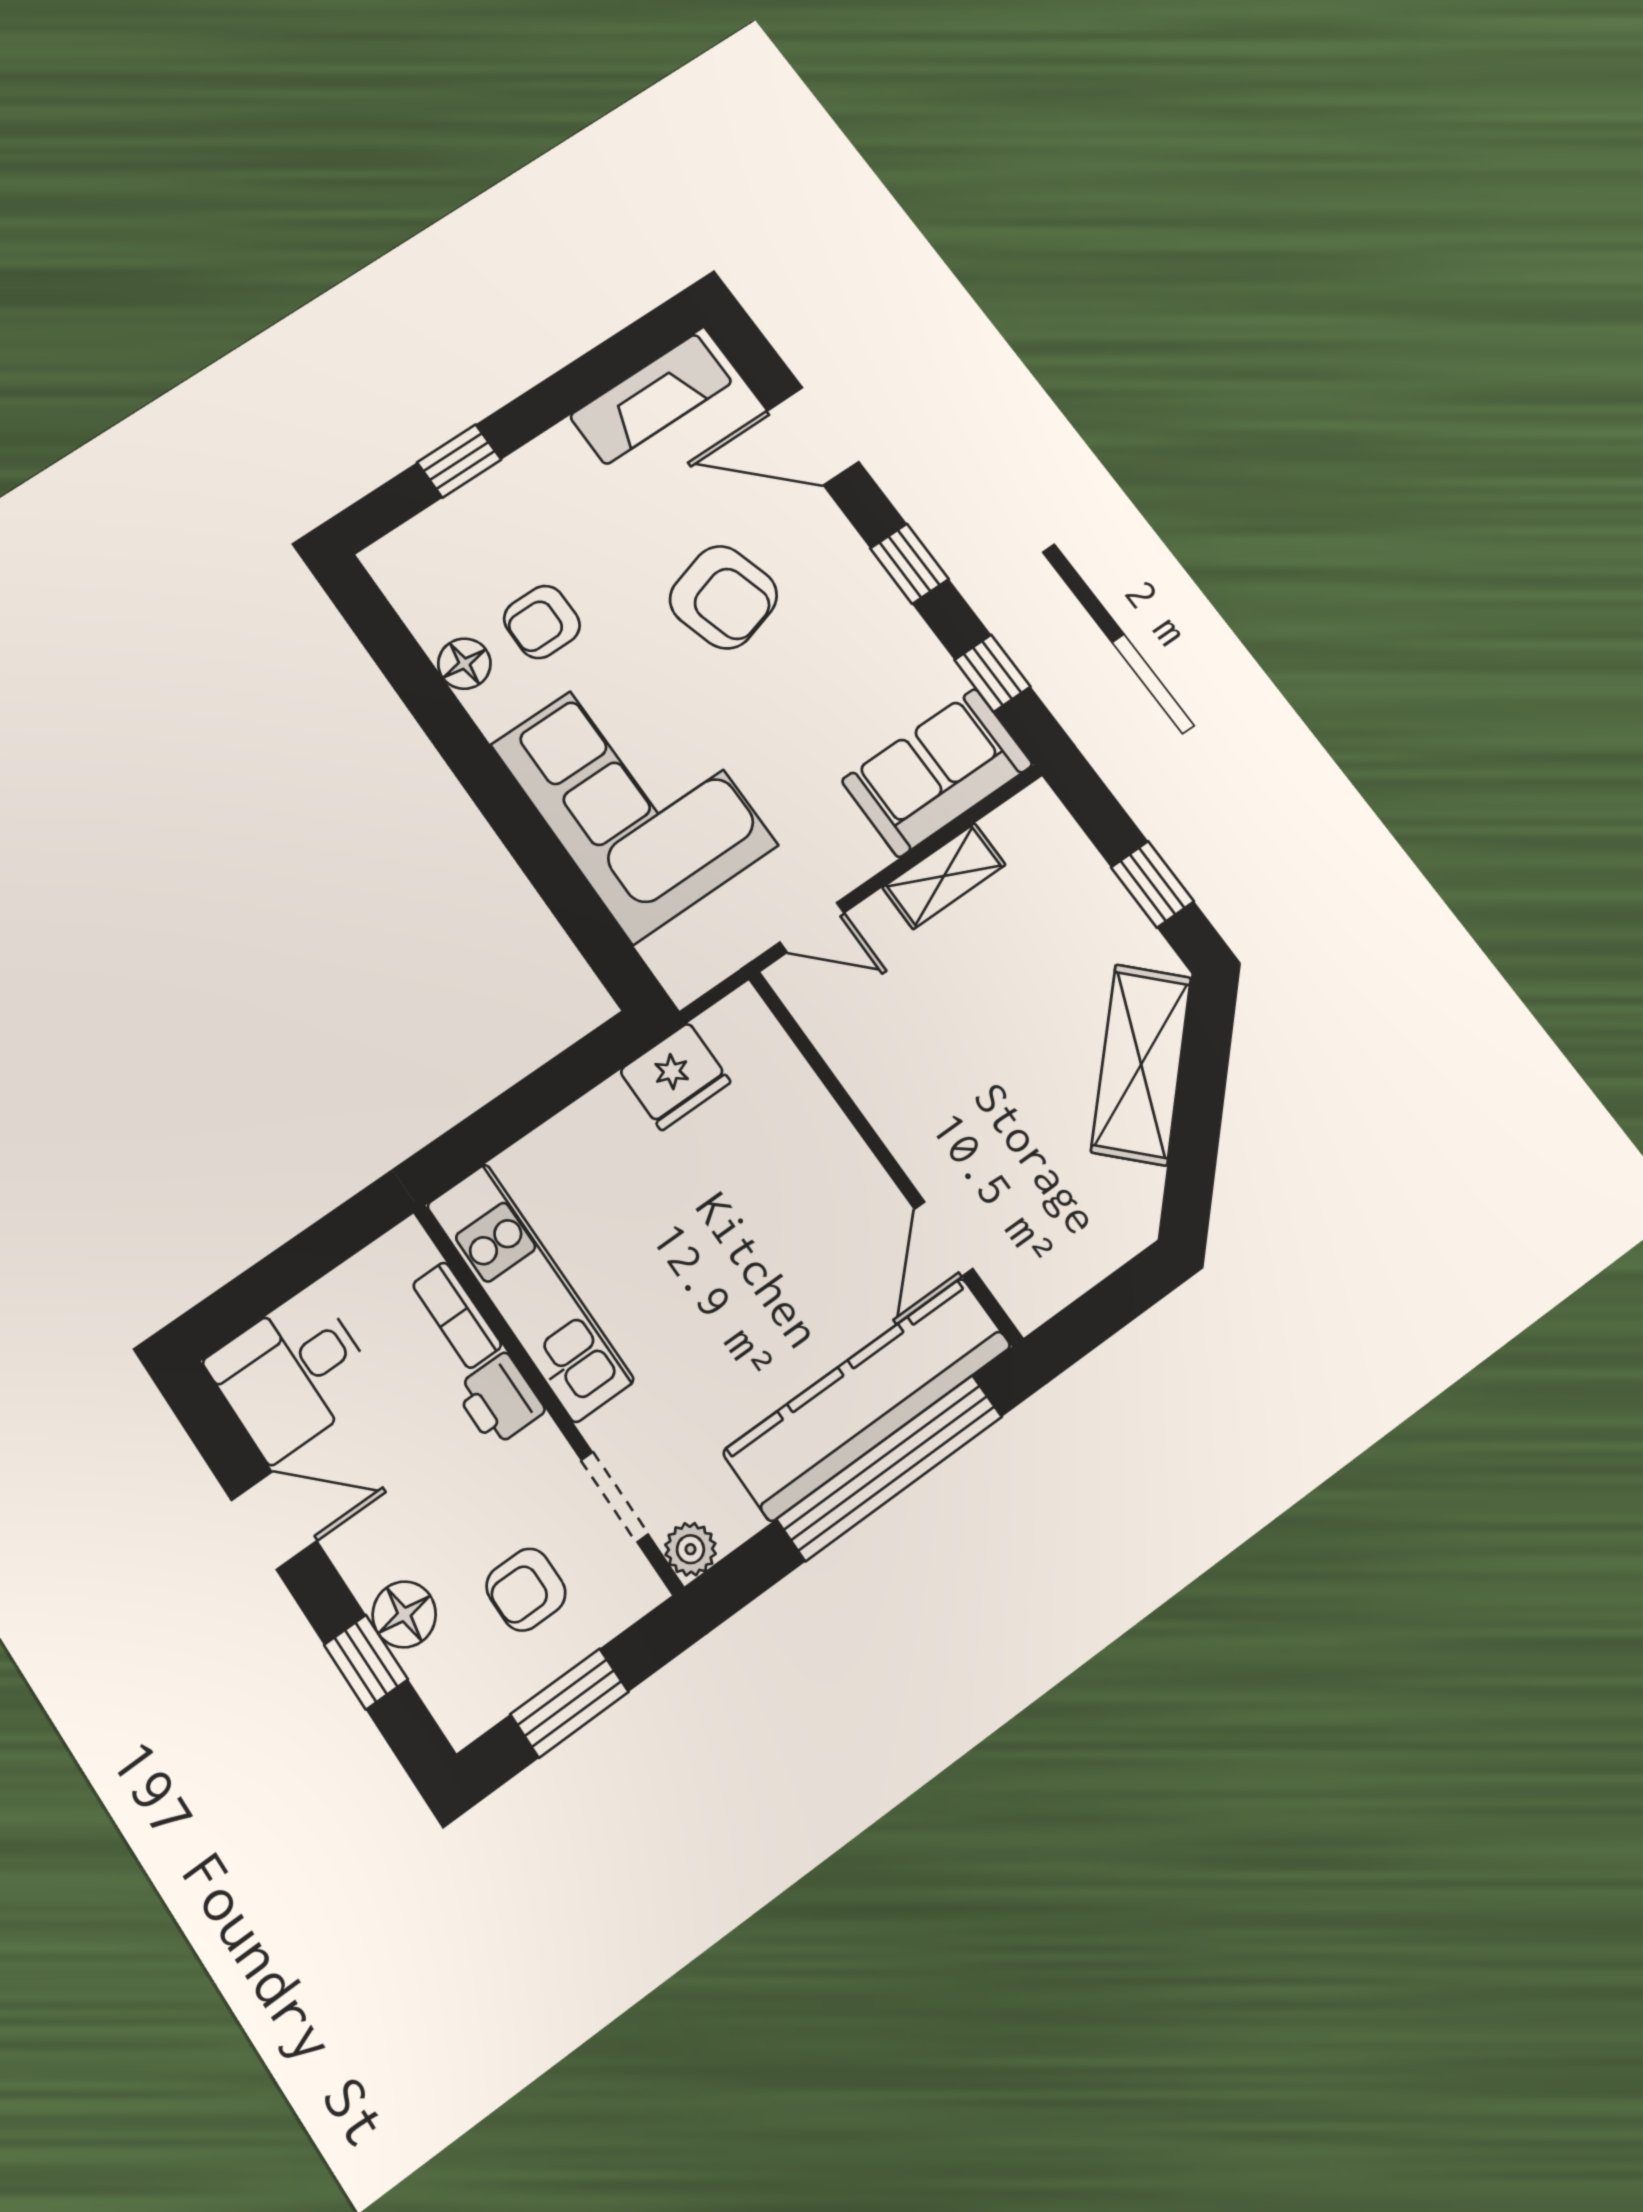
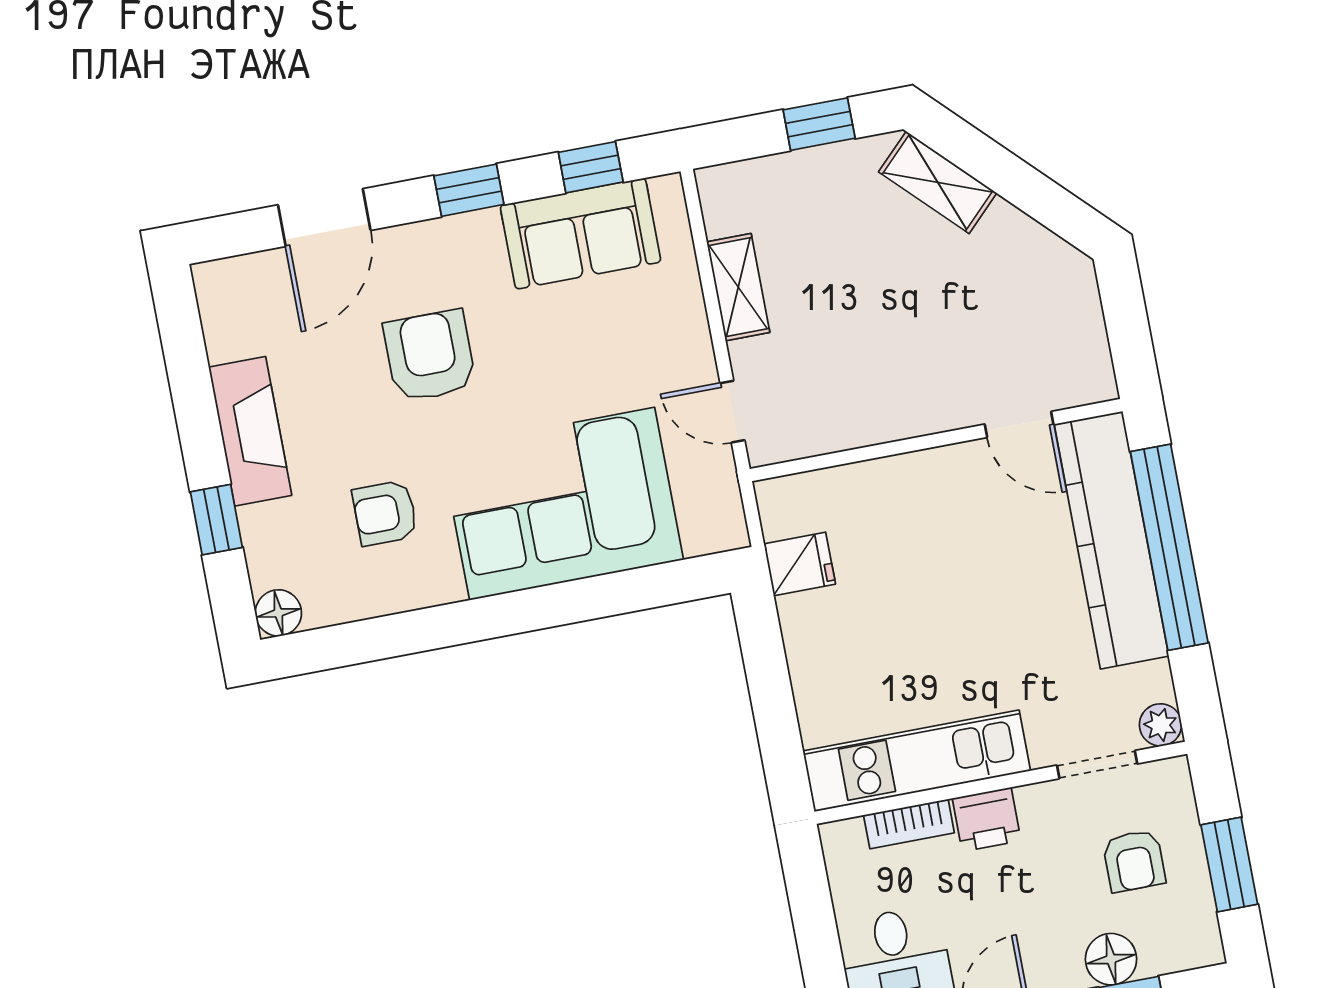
fireplace: (651, 399) -> (250, 431), moved
armchair: (723, 597) -> (430, 356), turned -74
armchair: (542, 622) -> (385, 513), turned 90
floor lamp: (464, 664) -> (278, 613), moved
sofa: (937, 773) -> (581, 234), moved, turned -90
door: (812, 928) -> (732, 412), swing flipped
shelving: (1141, 1064) -> (938, 182), width x0.67, depth x0.75
fridge: (675, 1076) -> (800, 564), width x0.72

